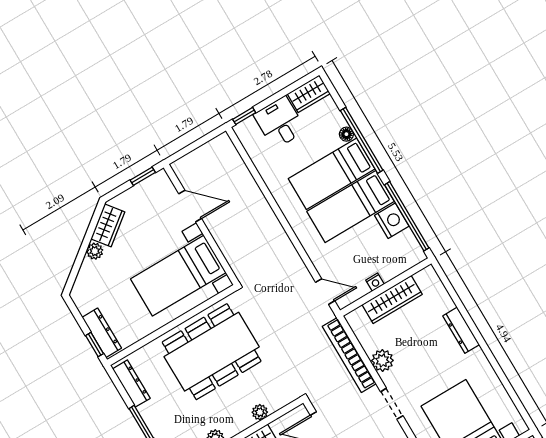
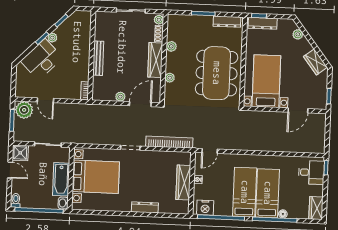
desk: (280, 123) -> (311, 172), moved
nightstand: (392, 221) -> (205, 208), moved
plant: (95, 251) -> (298, 34), moved
plant: (382, 360) -> (156, 157), removed

